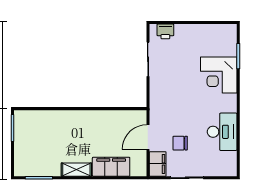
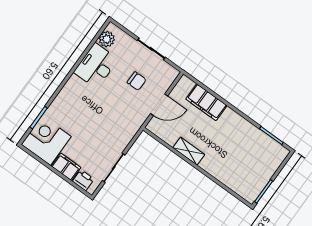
corner desk: (219, 75) -> (46, 140), moved, turned -90
plant: (229, 160) -> (107, 39), added
filing cabinet: (158, 164) -> (66, 167), moved, turned 90
shelving: (76, 170) -> (189, 151), moved

